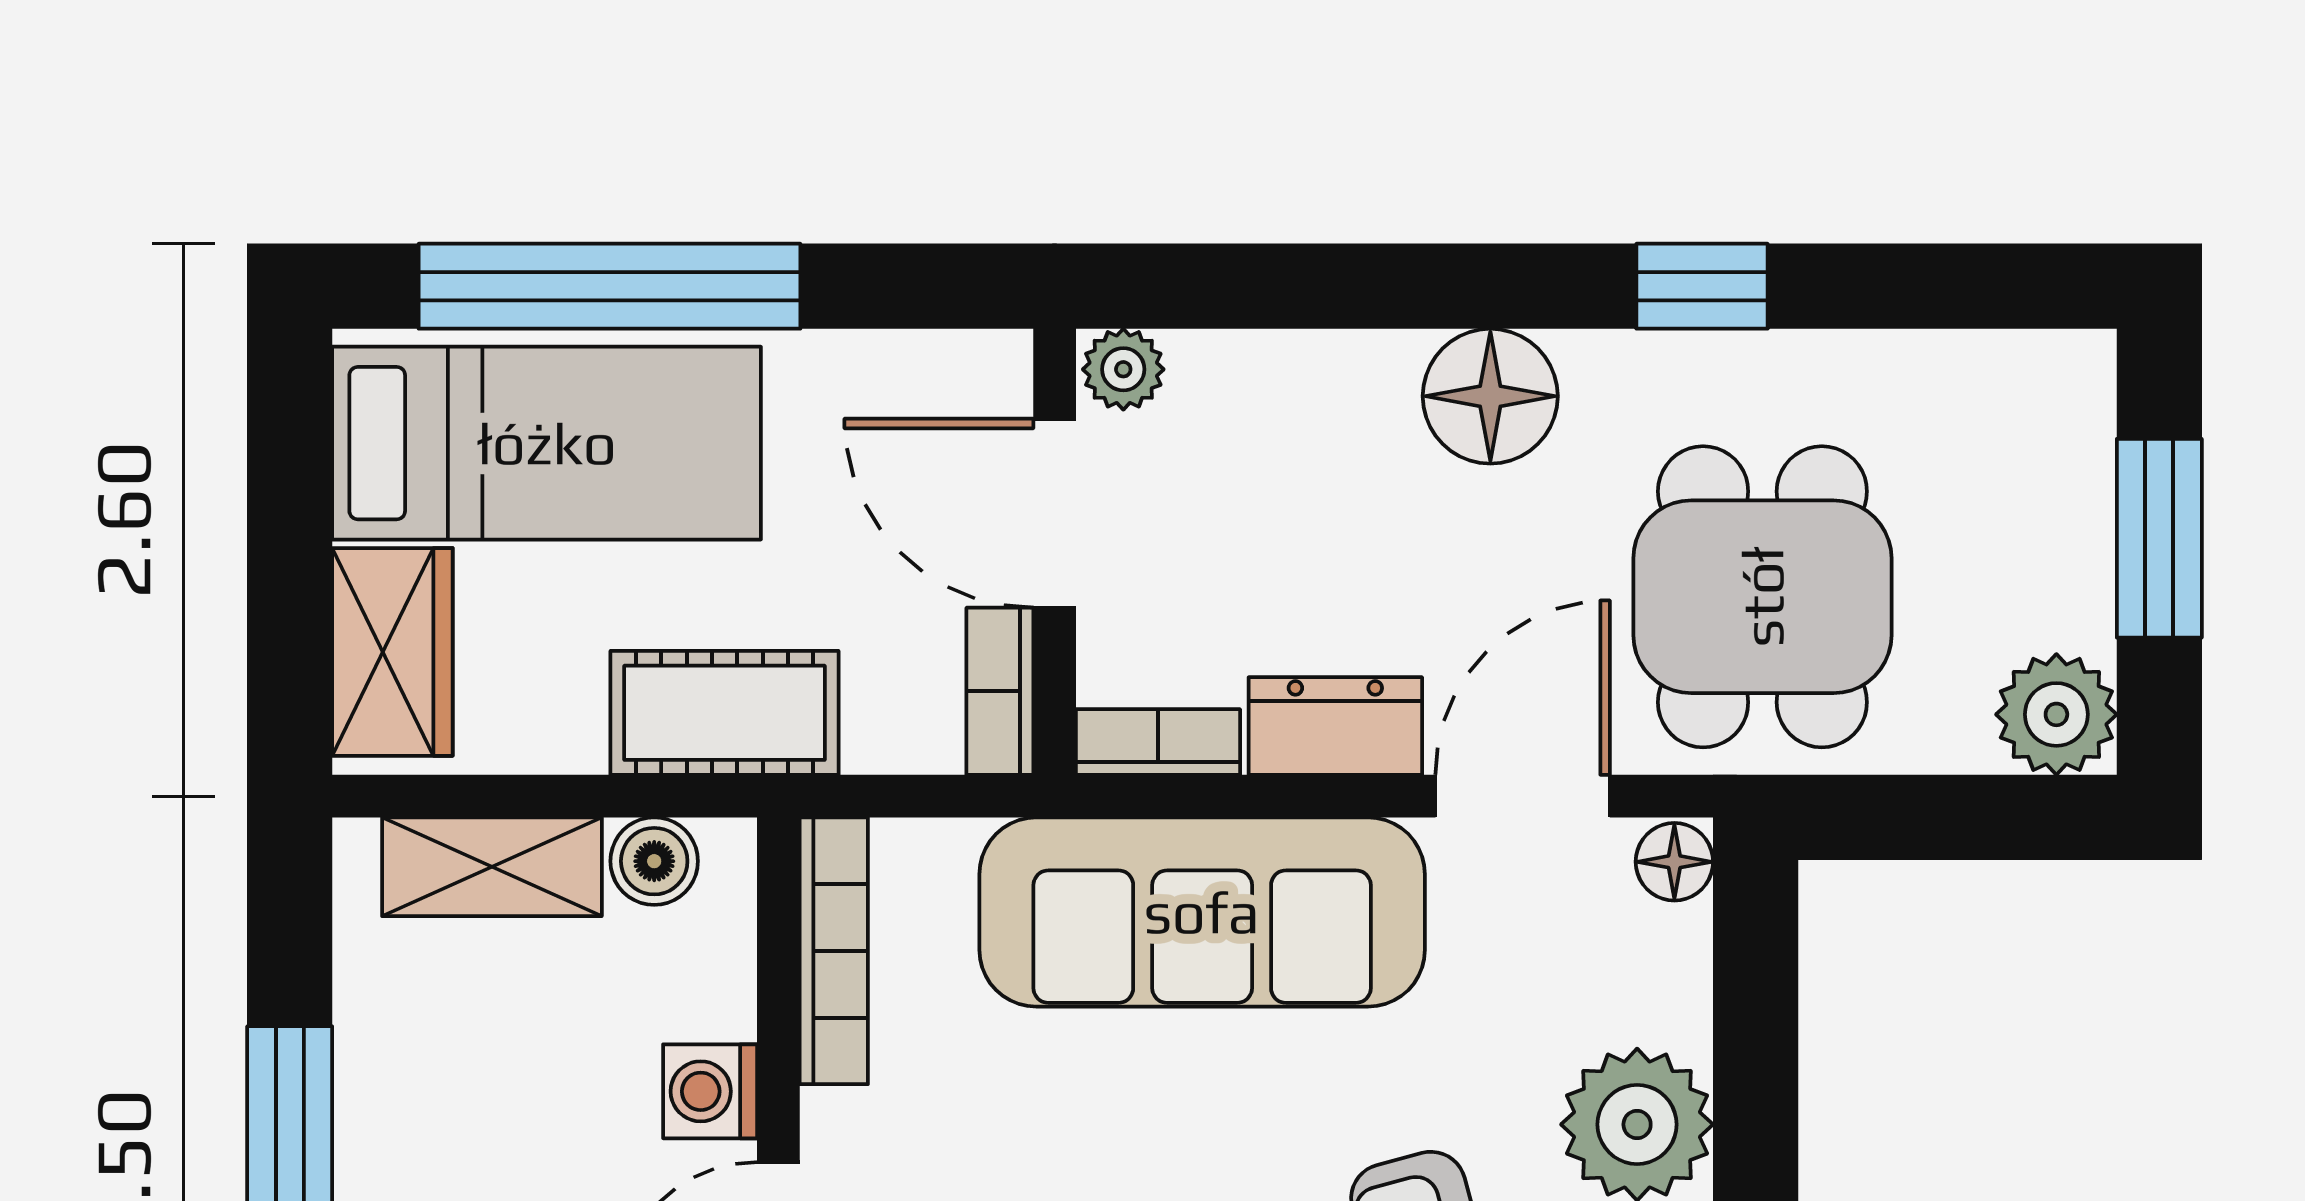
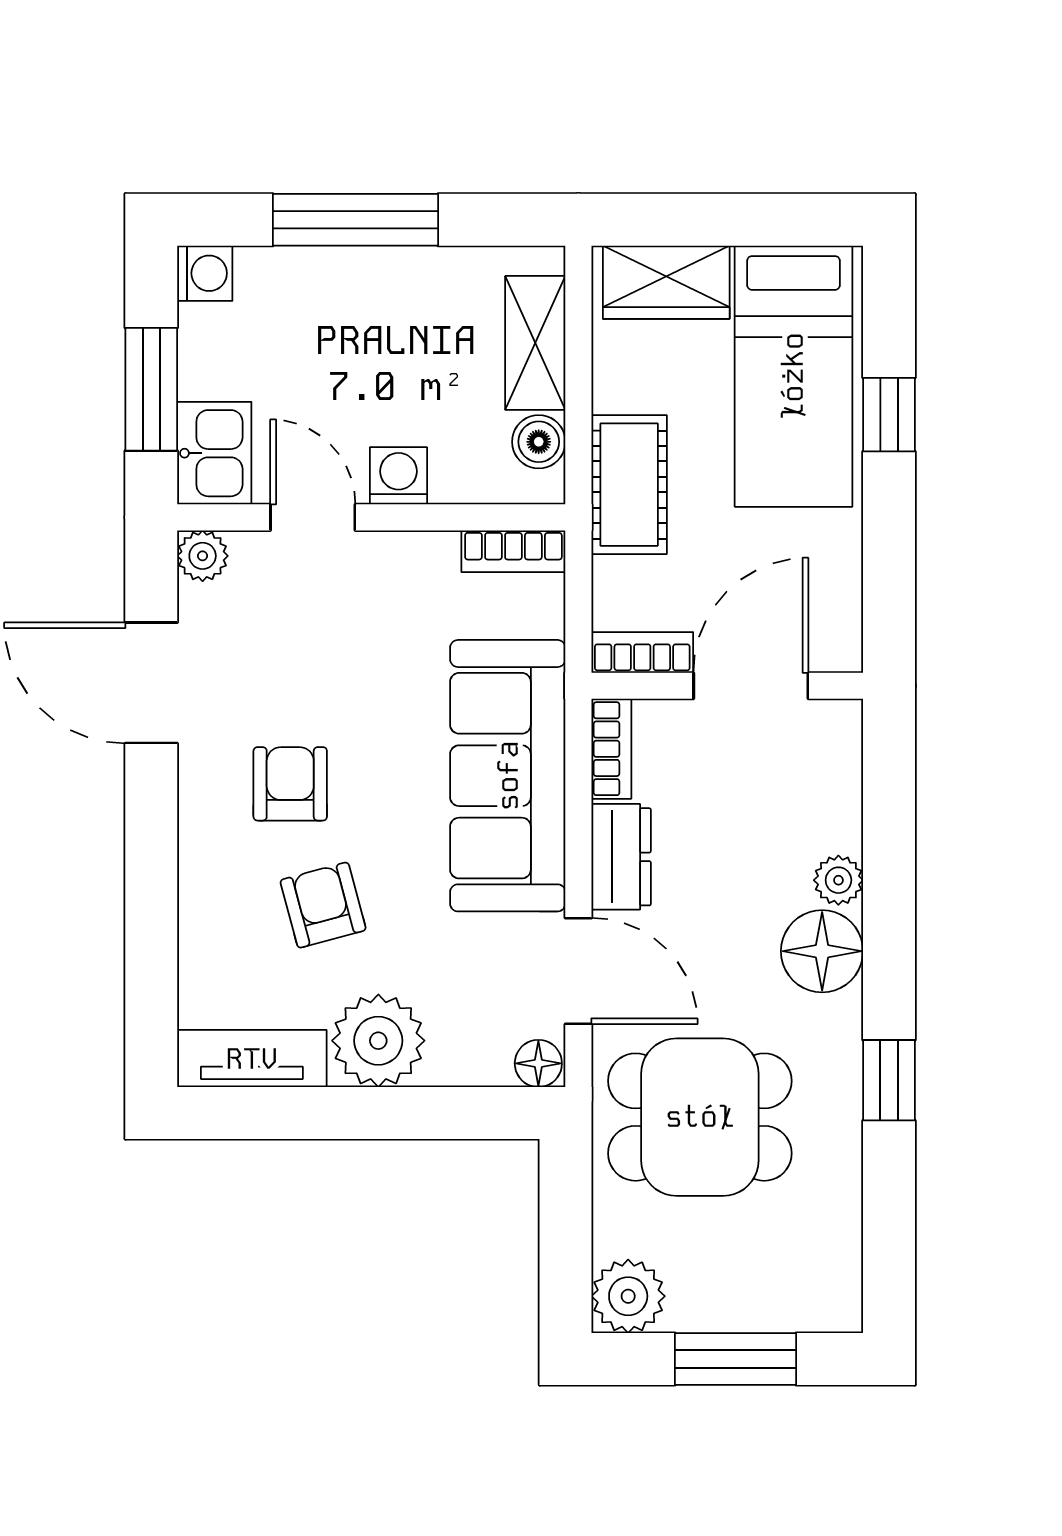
window: (609, 286) -> (889, 415), width x0.32
plant: (1123, 369) -> (838, 880), moved
bookcase: (834, 951) -> (513, 551), width x0.64

